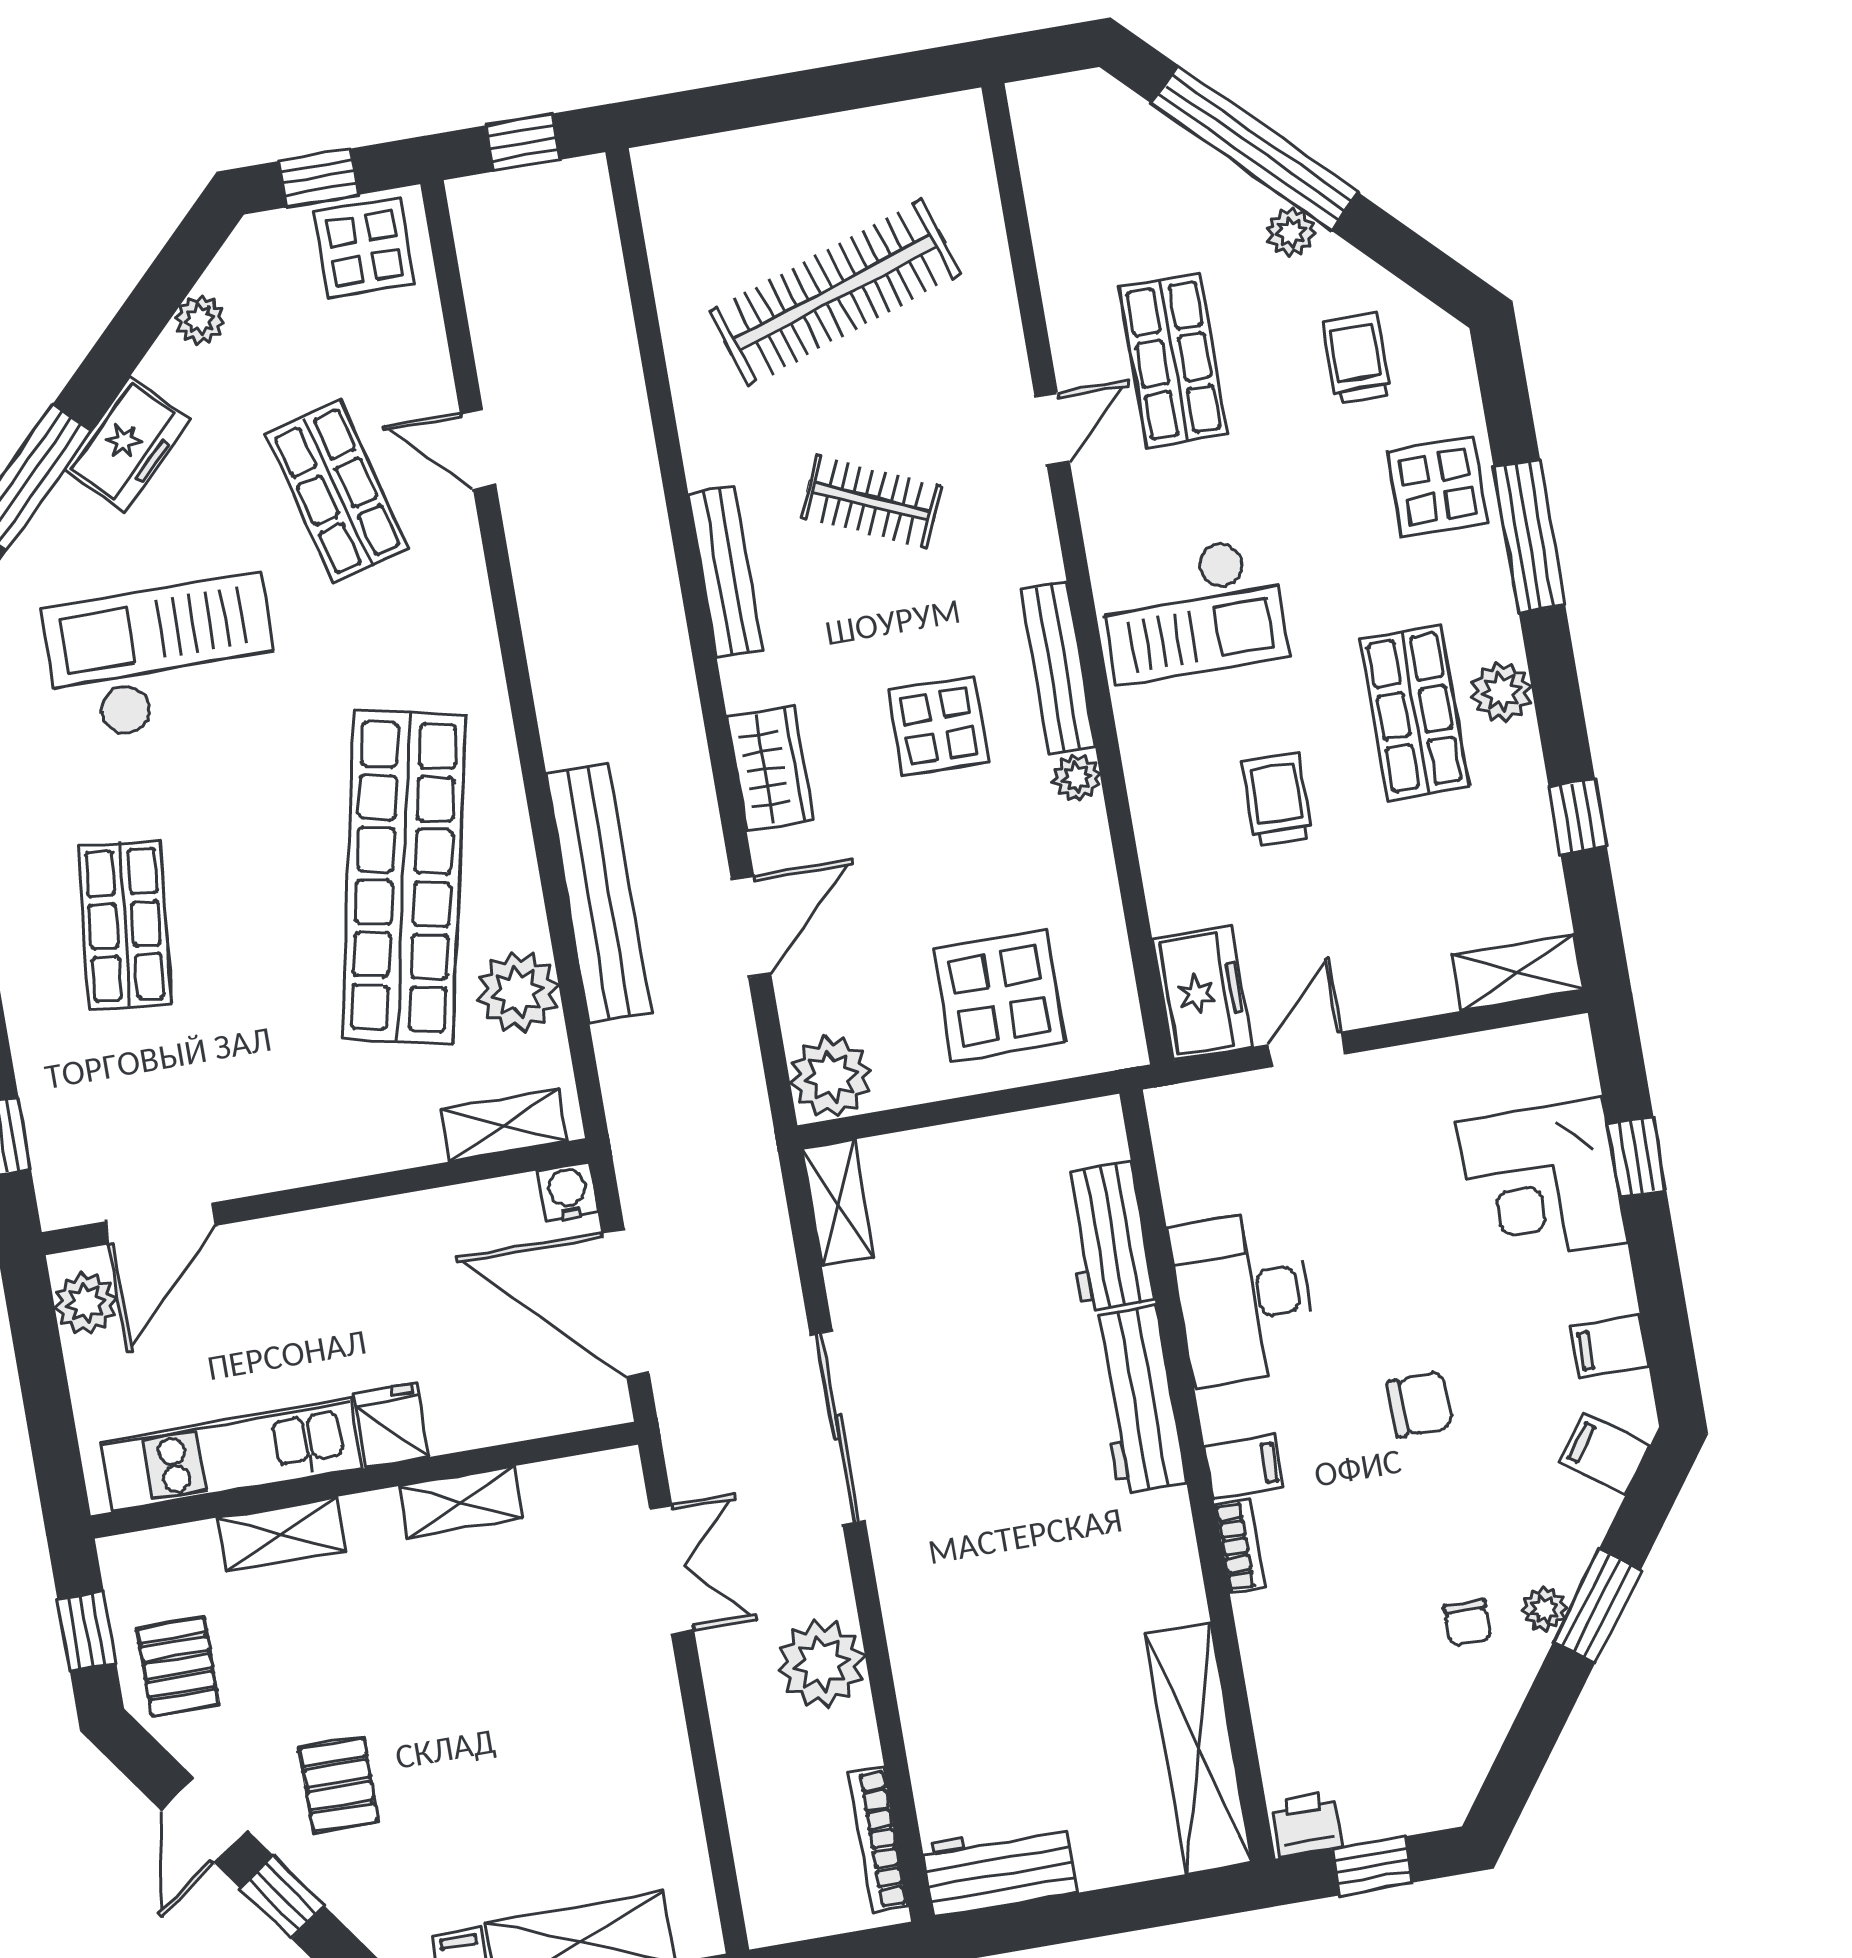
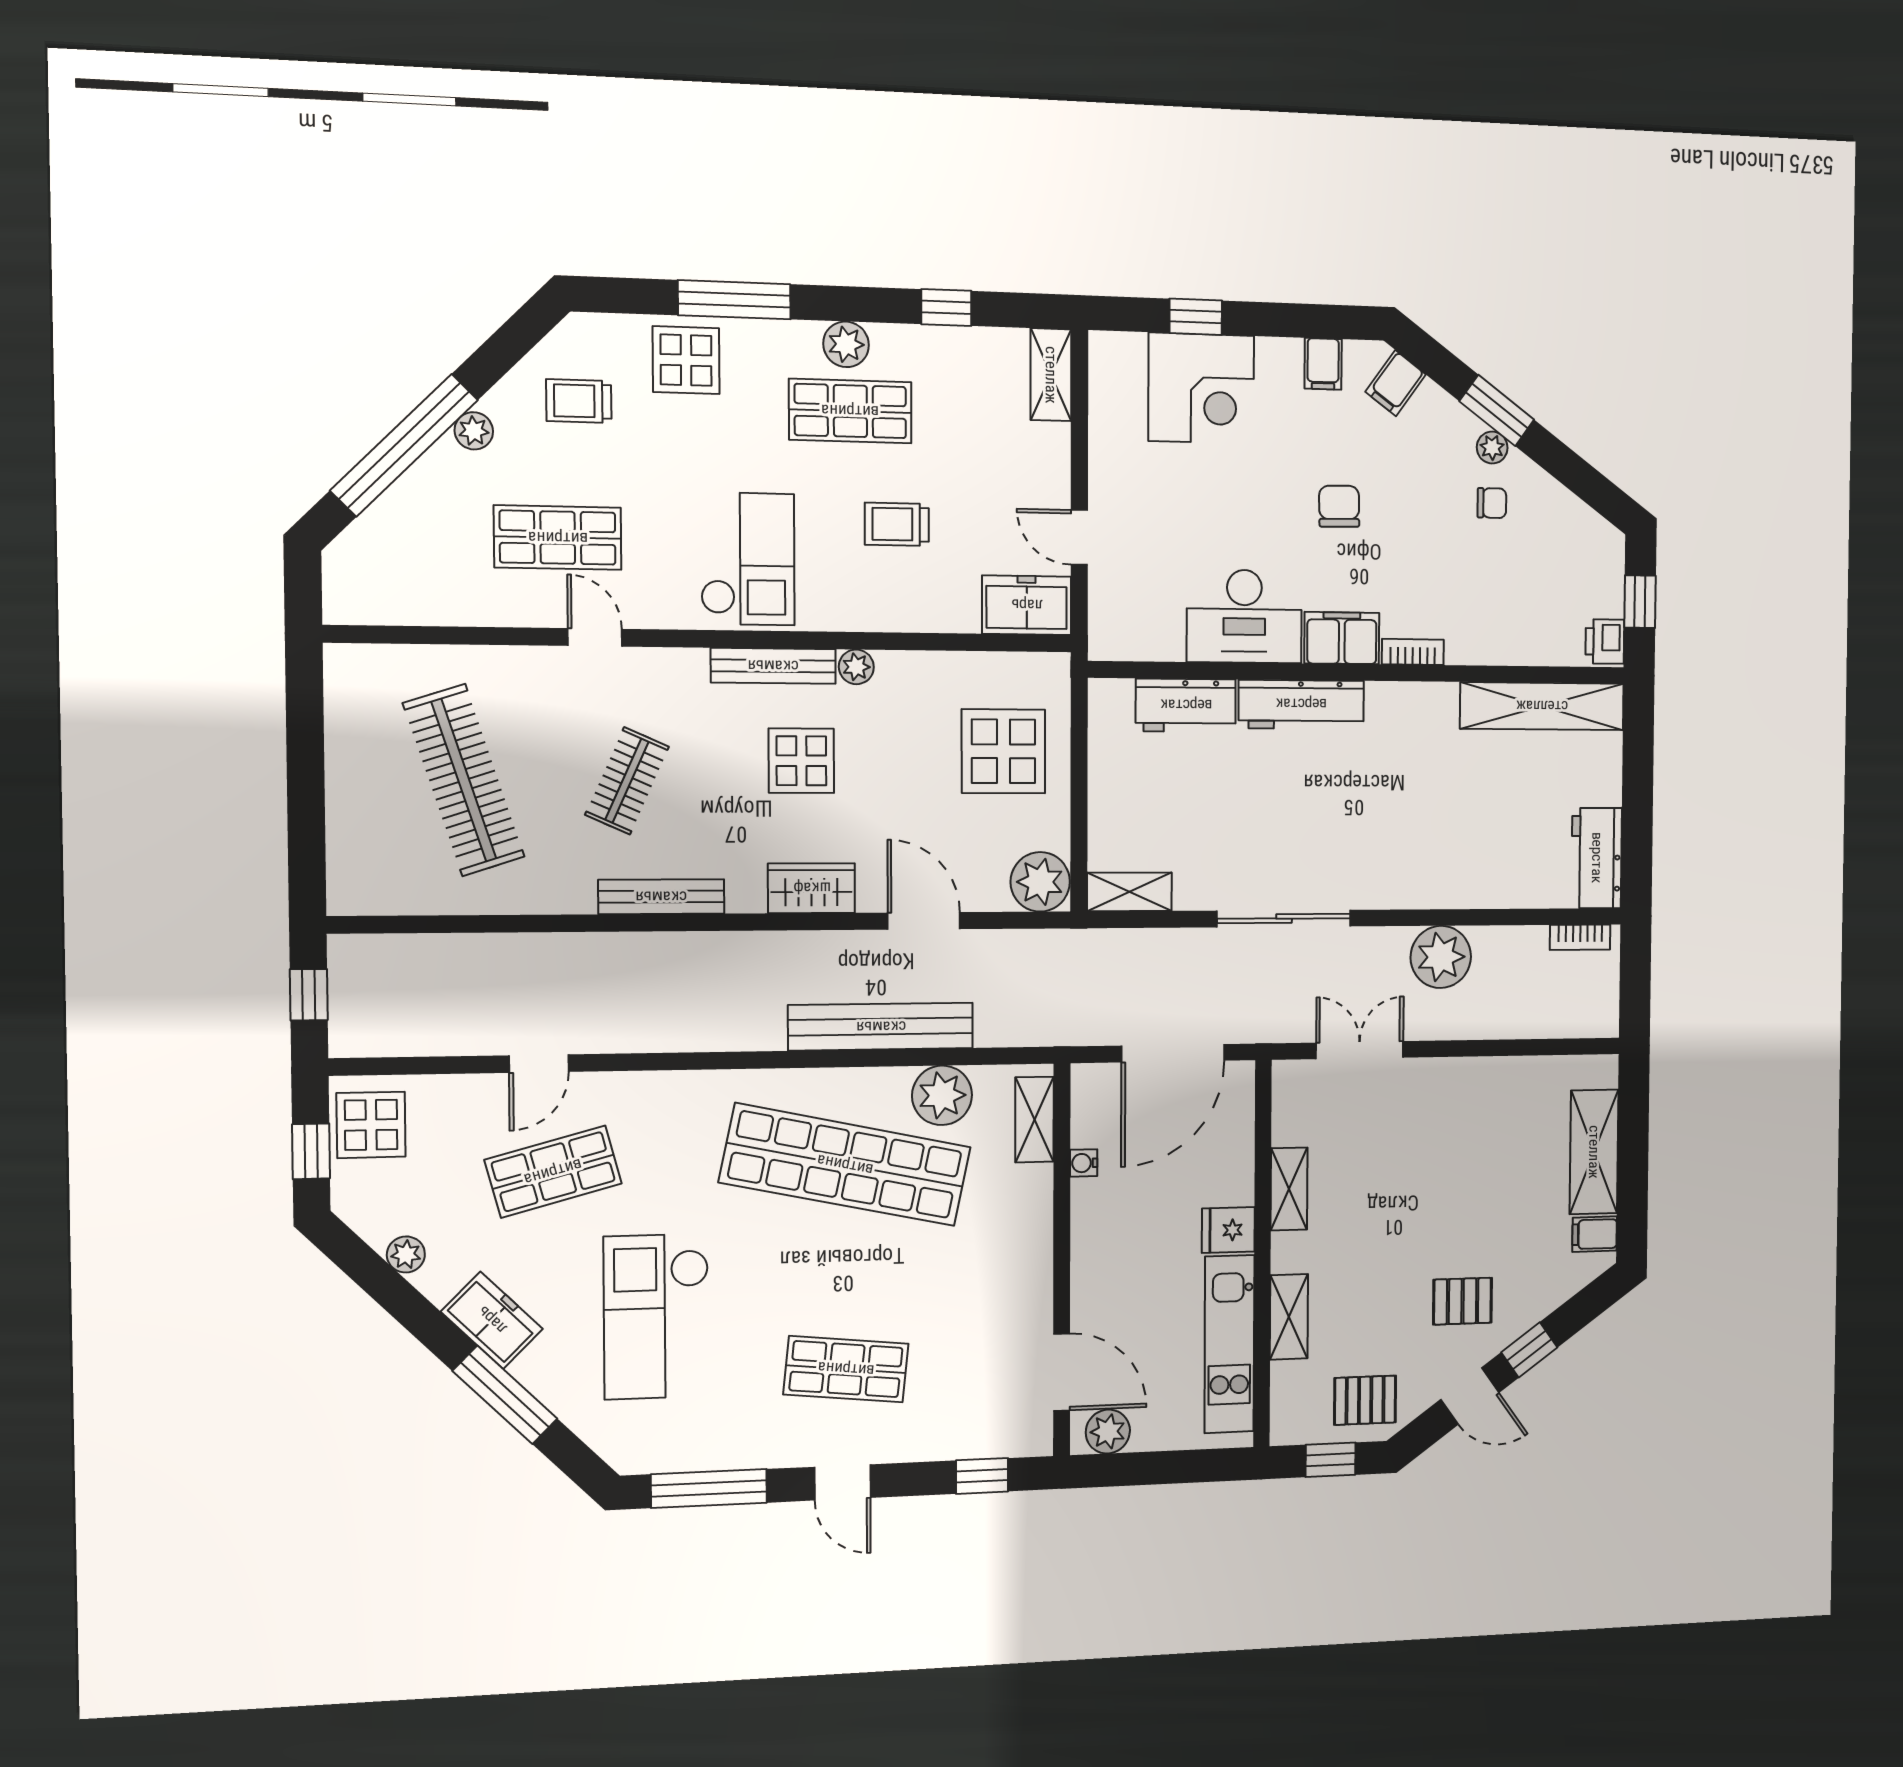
water cooler: (568, 1192) -> (1084, 1163), moved, width x0.72, depth x0.72
filing cabinet: (1244, 1467) -> (1342, 638), width x2.00
bookcase: (878, 1840) -> (1580, 937), width x0.64

